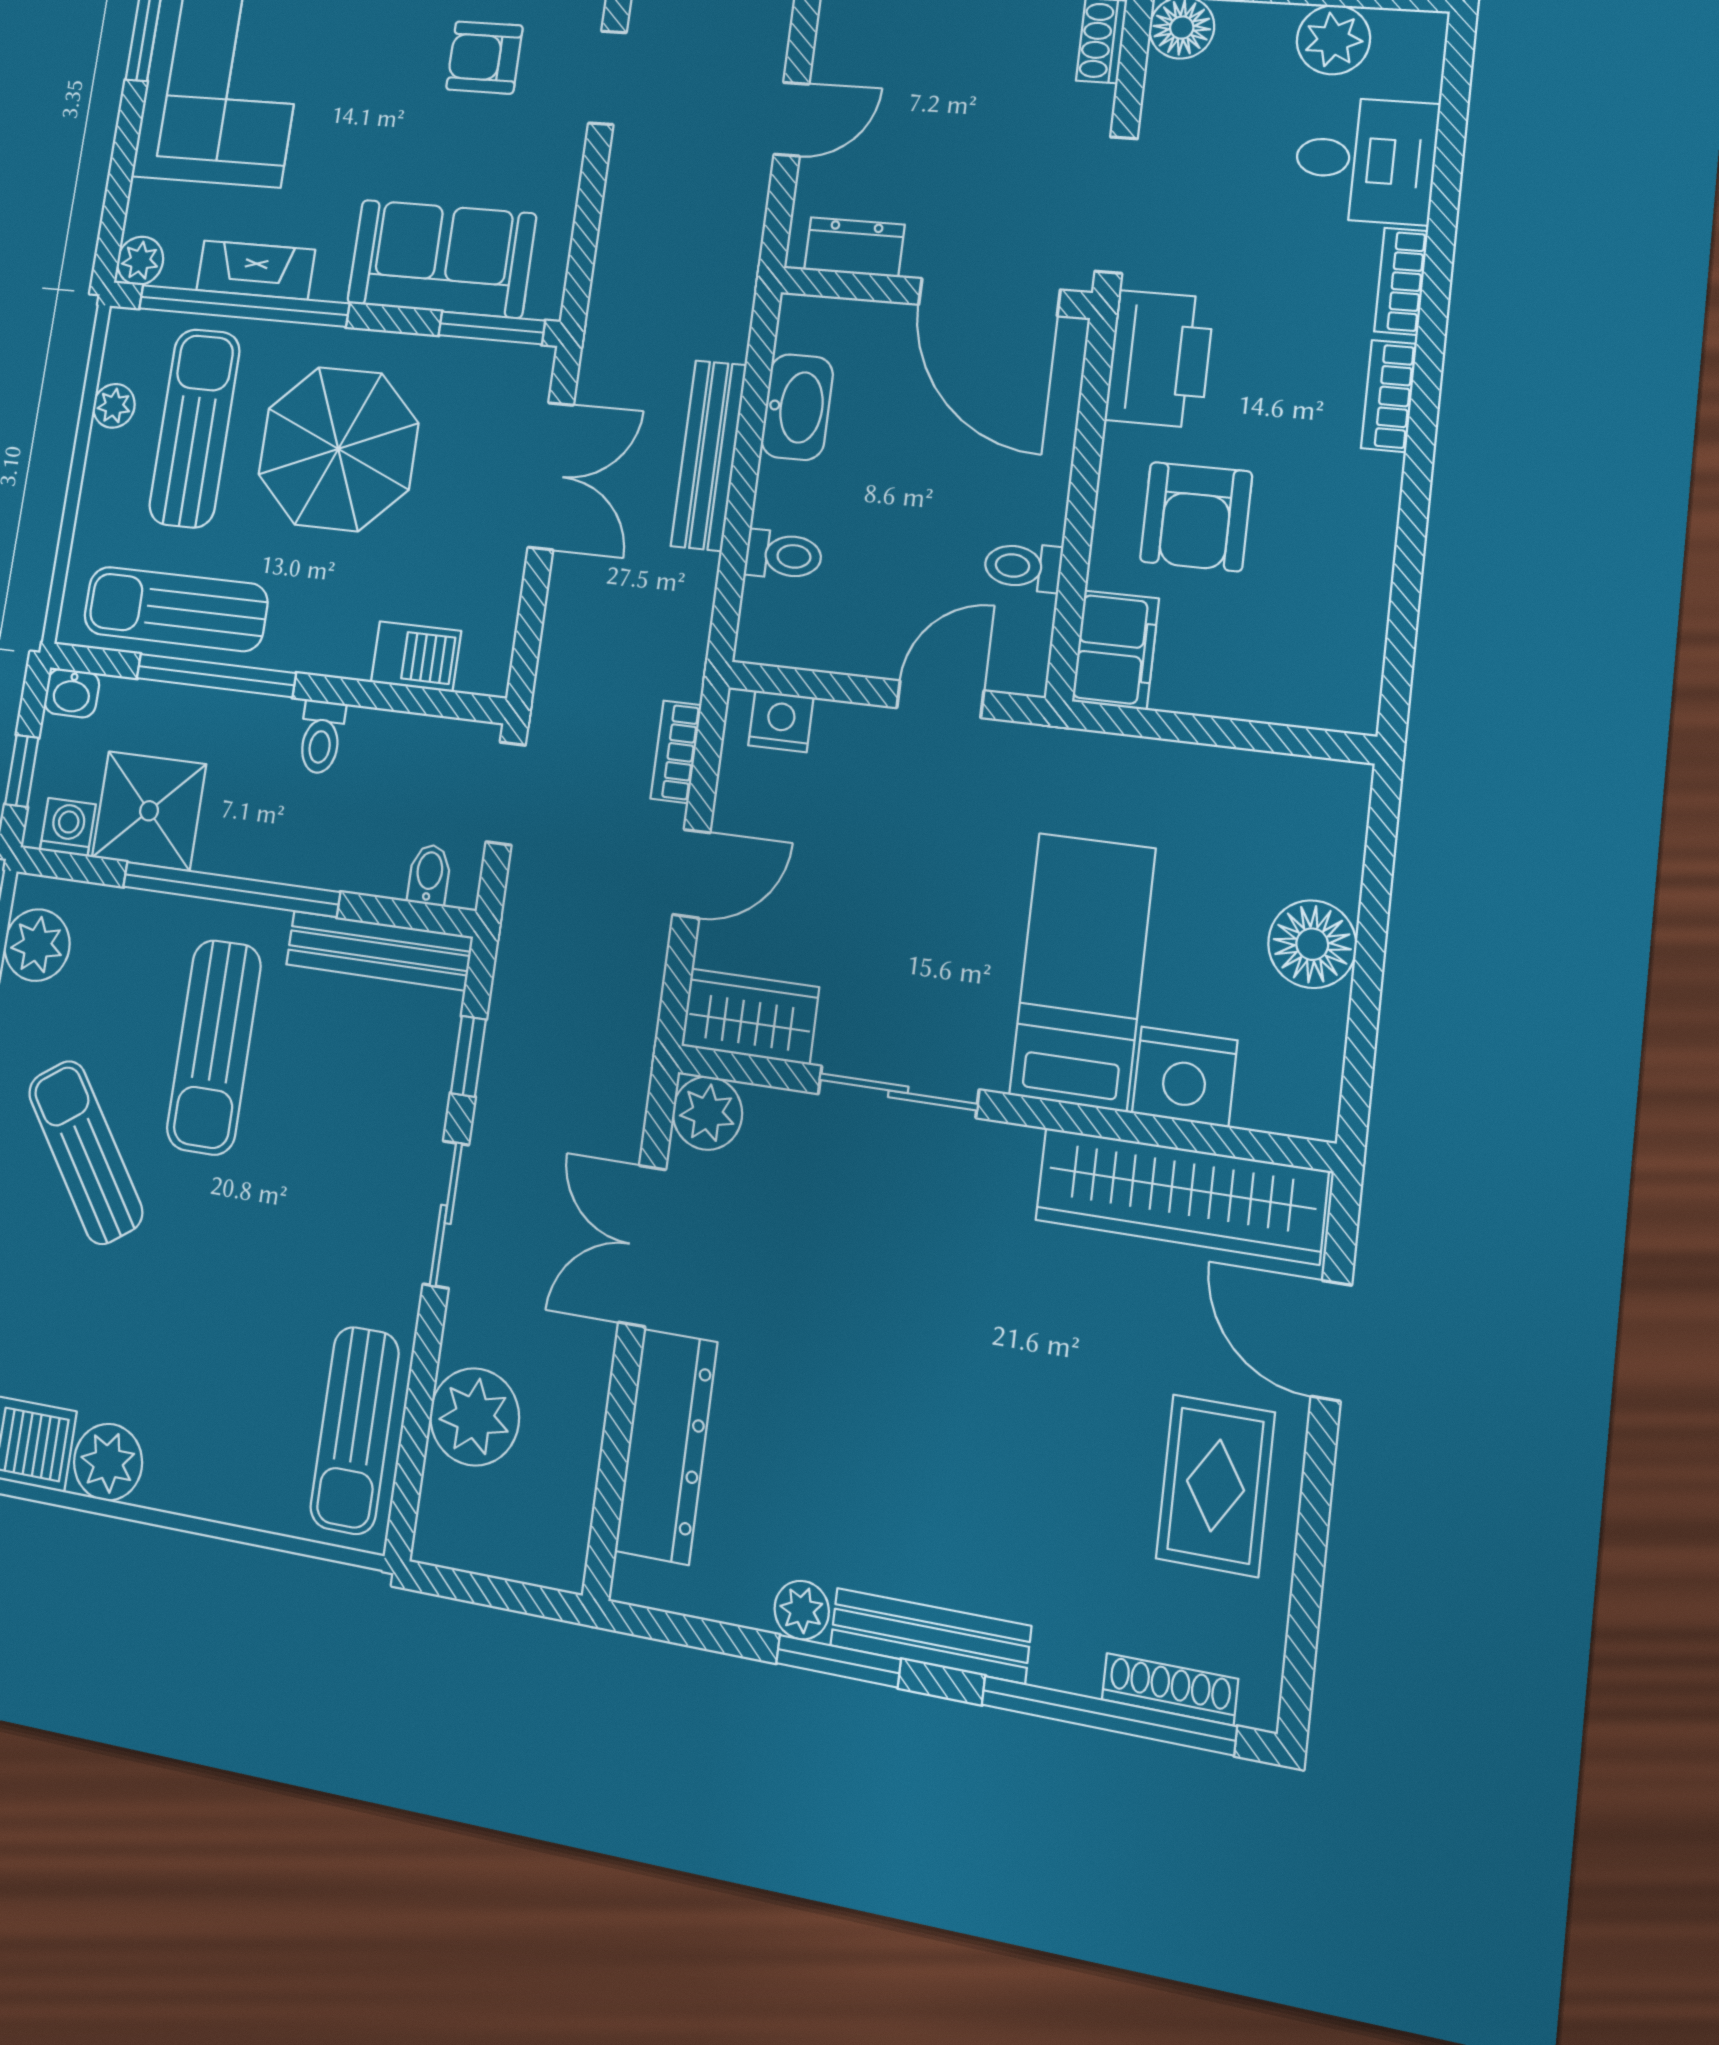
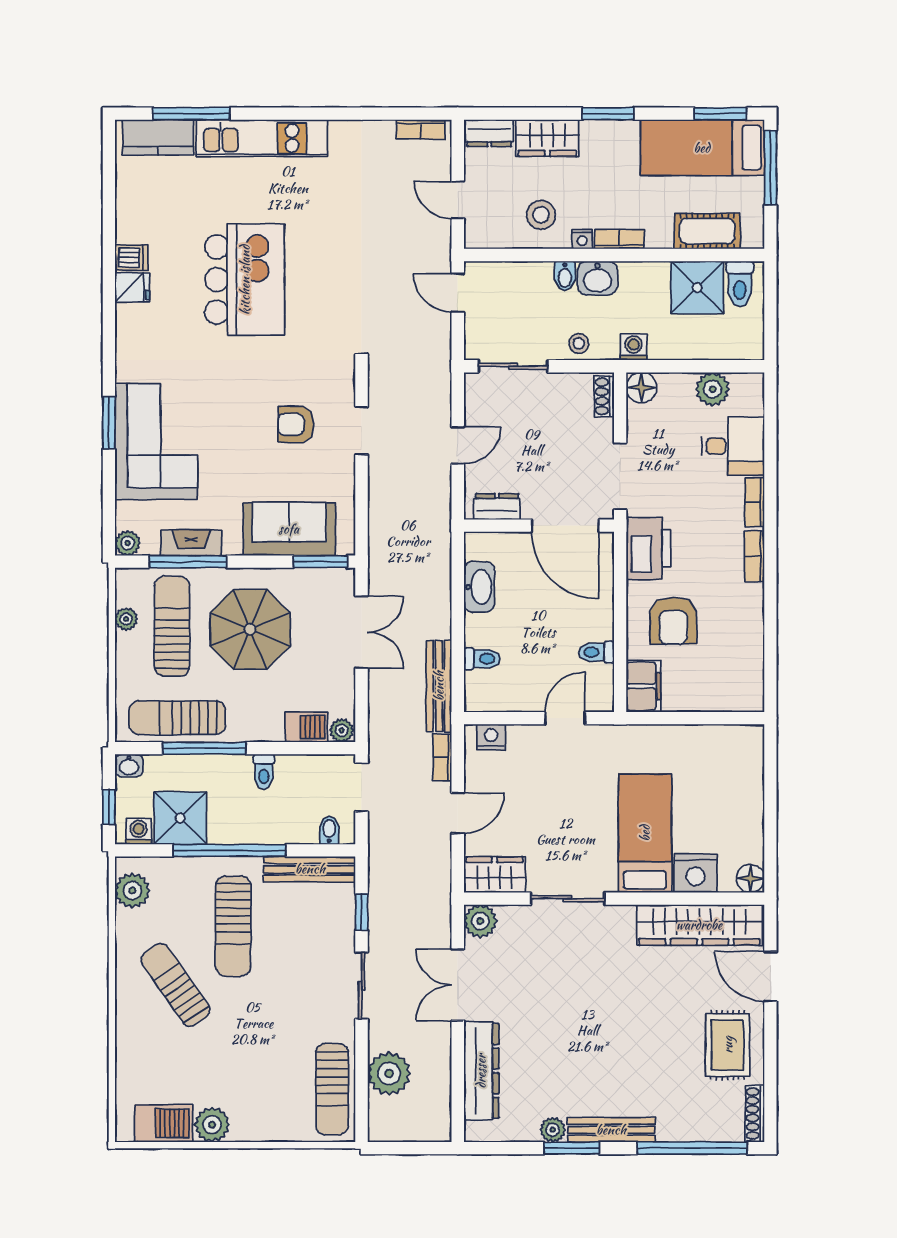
window: (244, 306) -> (188, 562), width x0.68
bench: (709, 455) -> (439, 686), moved
plant: (484, 671) -> (342, 730), added
floor lamp: (1312, 944) -> (750, 878), moved, width x0.73, depth x0.73
shoe rack: (1170, 1689) -> (755, 1114), moved, turned -90

